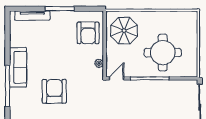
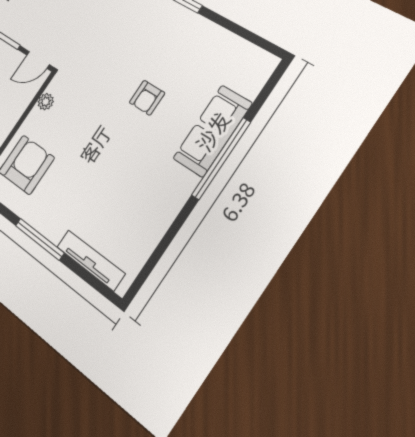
sofa: (18, 67) -> (212, 131), moved
armchair: (54, 91) -> (147, 98), width x0.53, depth x0.53

